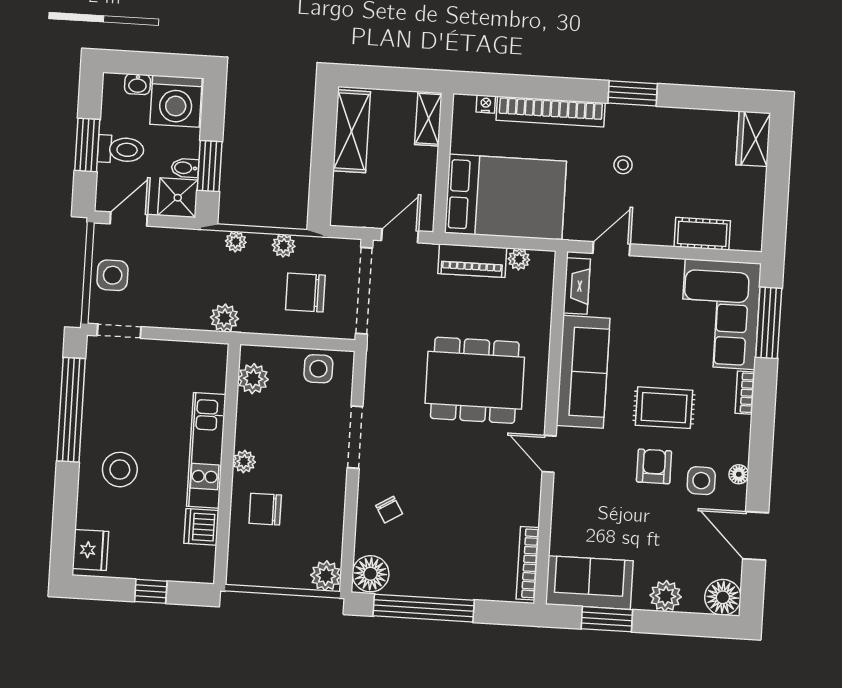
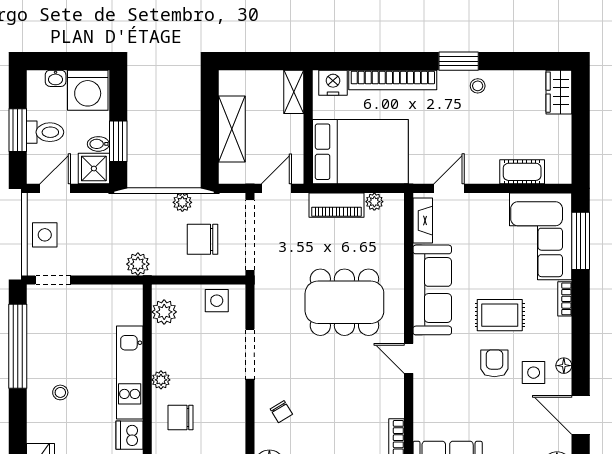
nightstand: (486, 104) -> (333, 83), width x1.89, depth x1.79
shelving: (352, 131) -> (232, 129), moved
stool: (623, 165) -> (478, 86), moved
plant: (236, 242) -> (143, 201), removed
stool: (120, 470) -> (60, 392), width x0.53, depth x0.53

